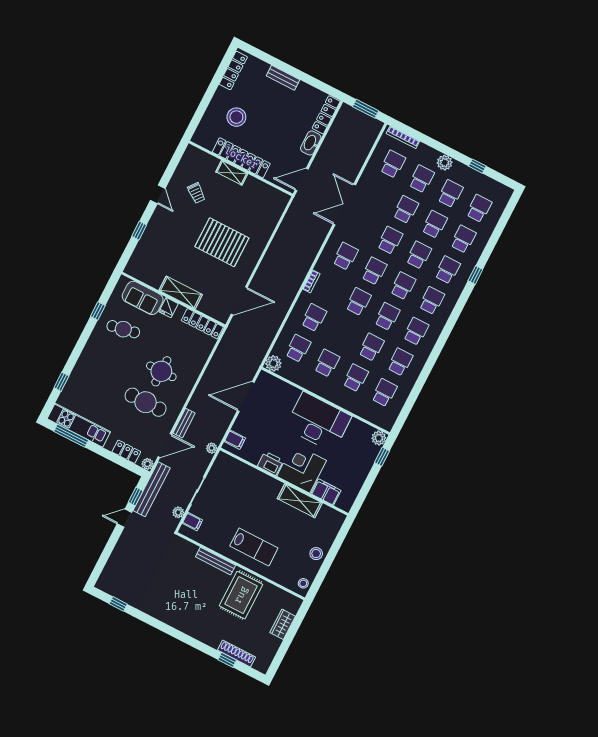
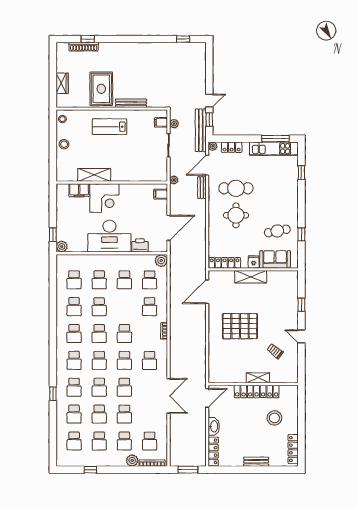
plant: (445, 163) -> (132, 460), moved
printer: (270, 463) -> (140, 245), moved, turned 180

